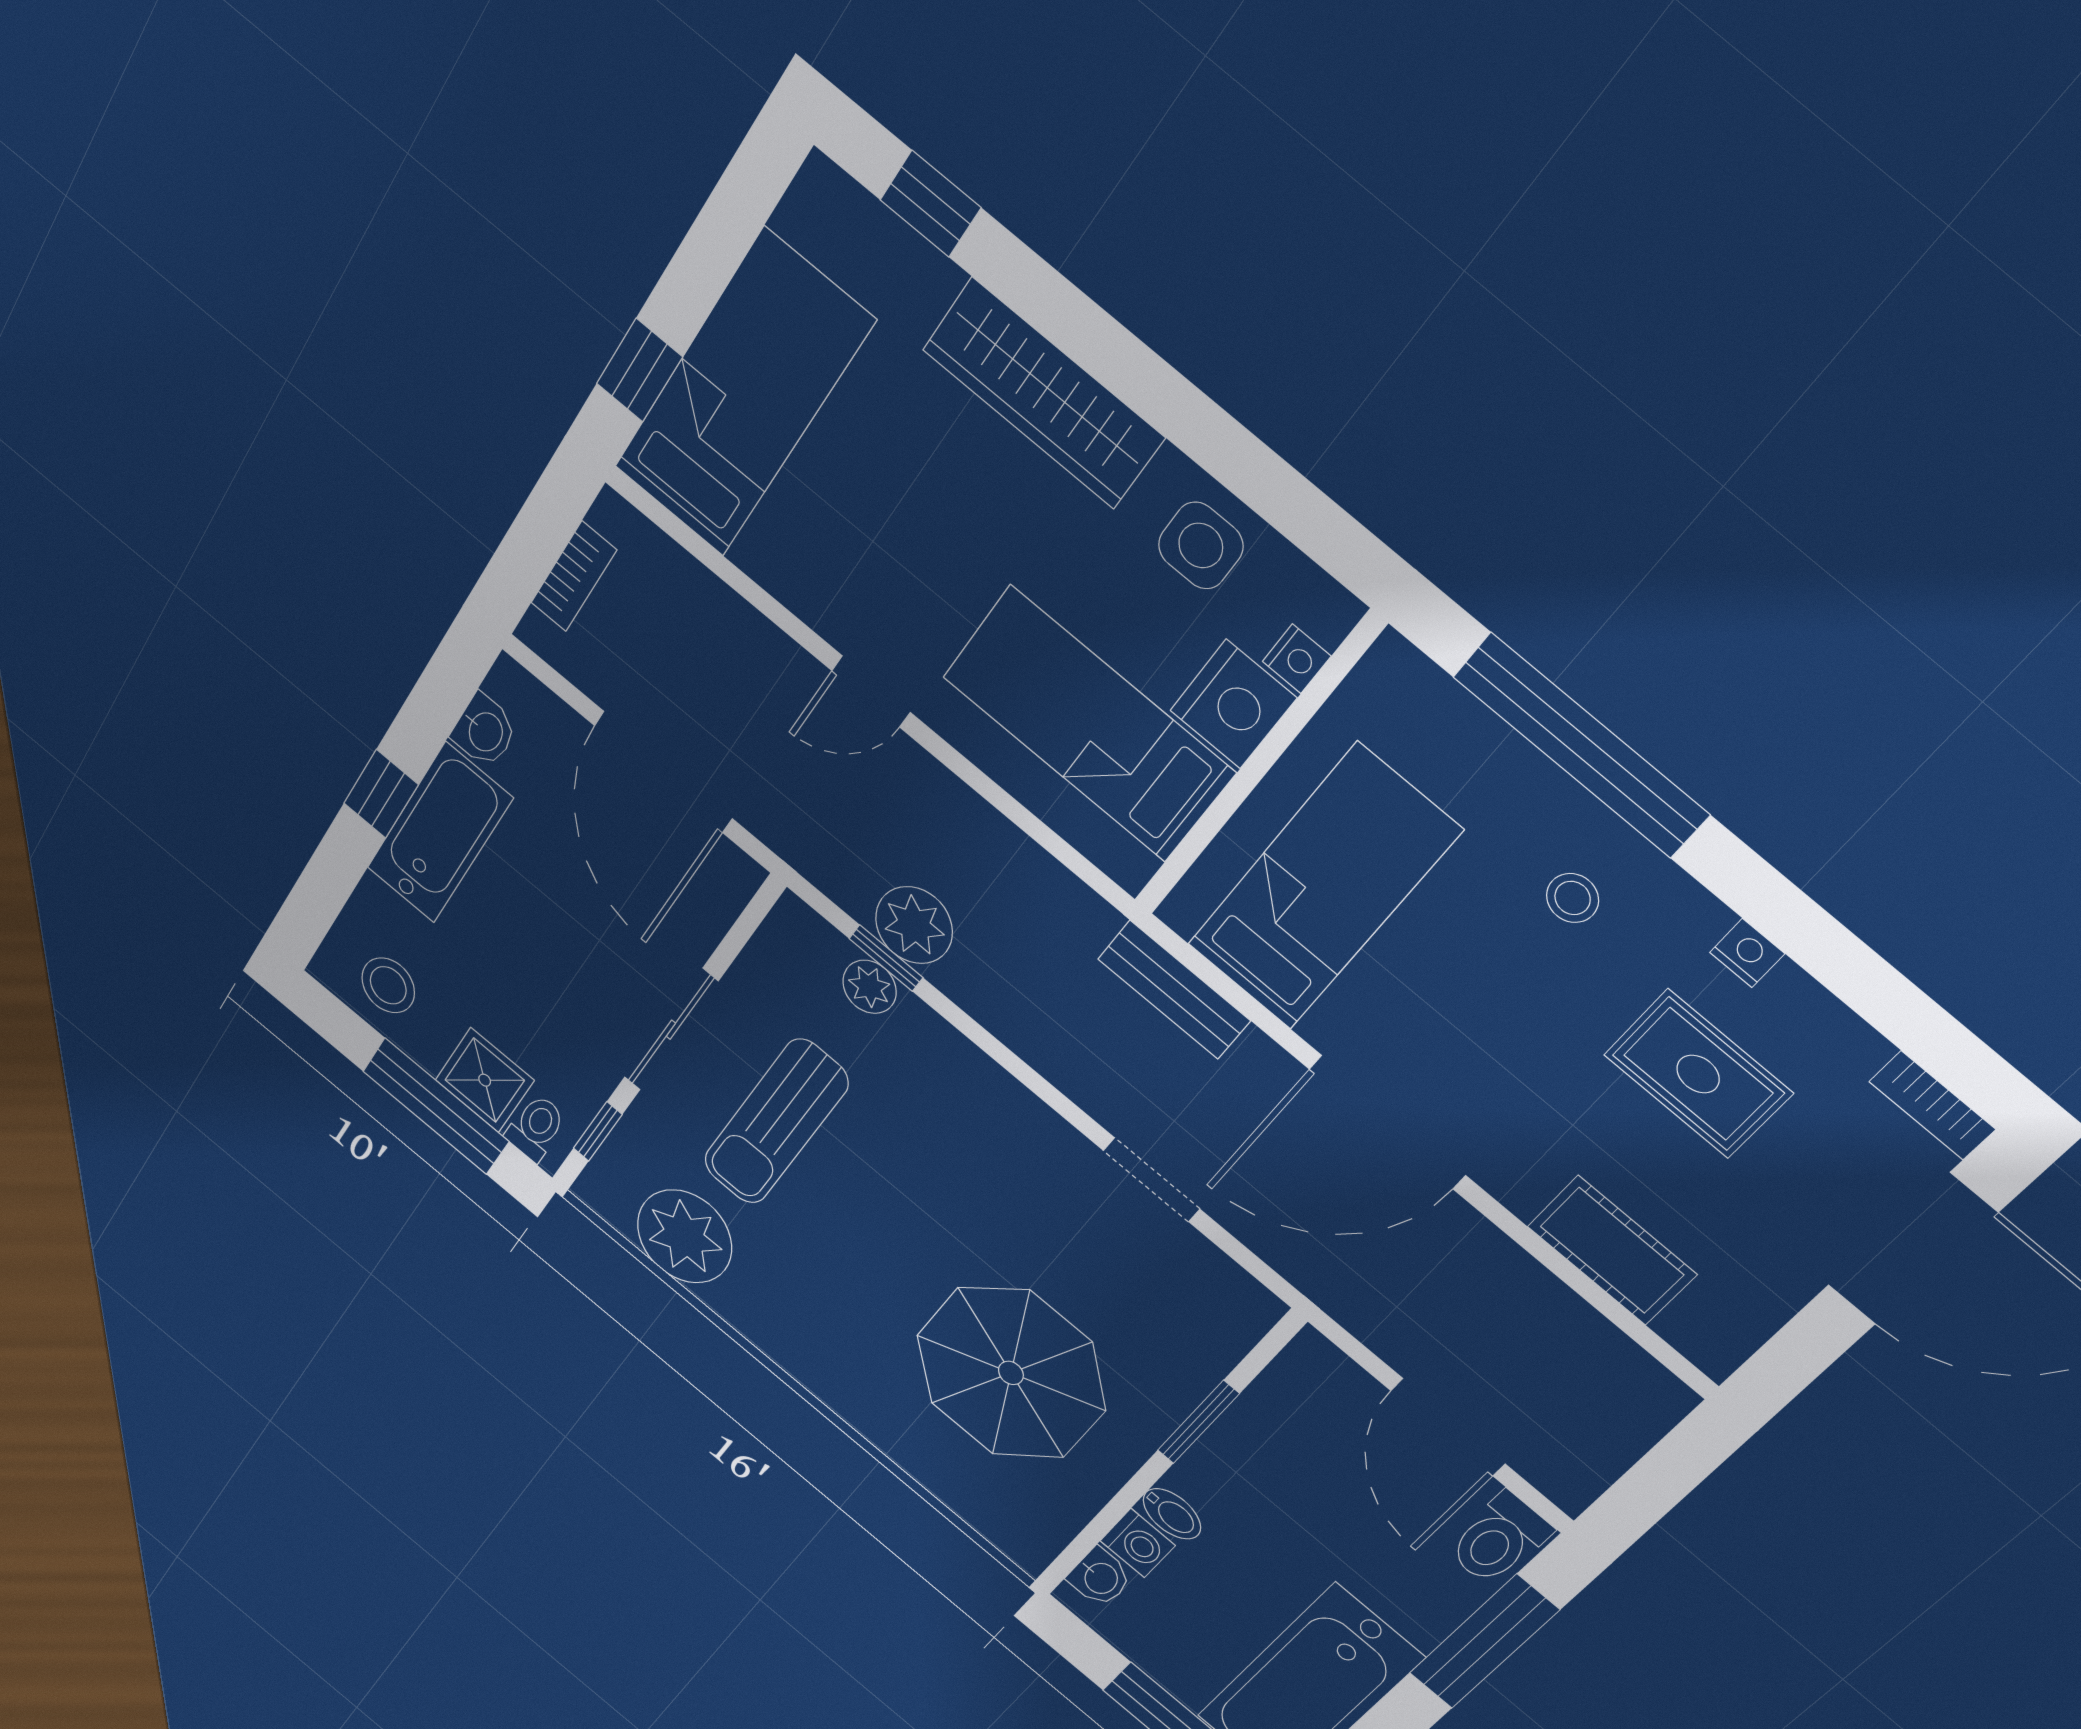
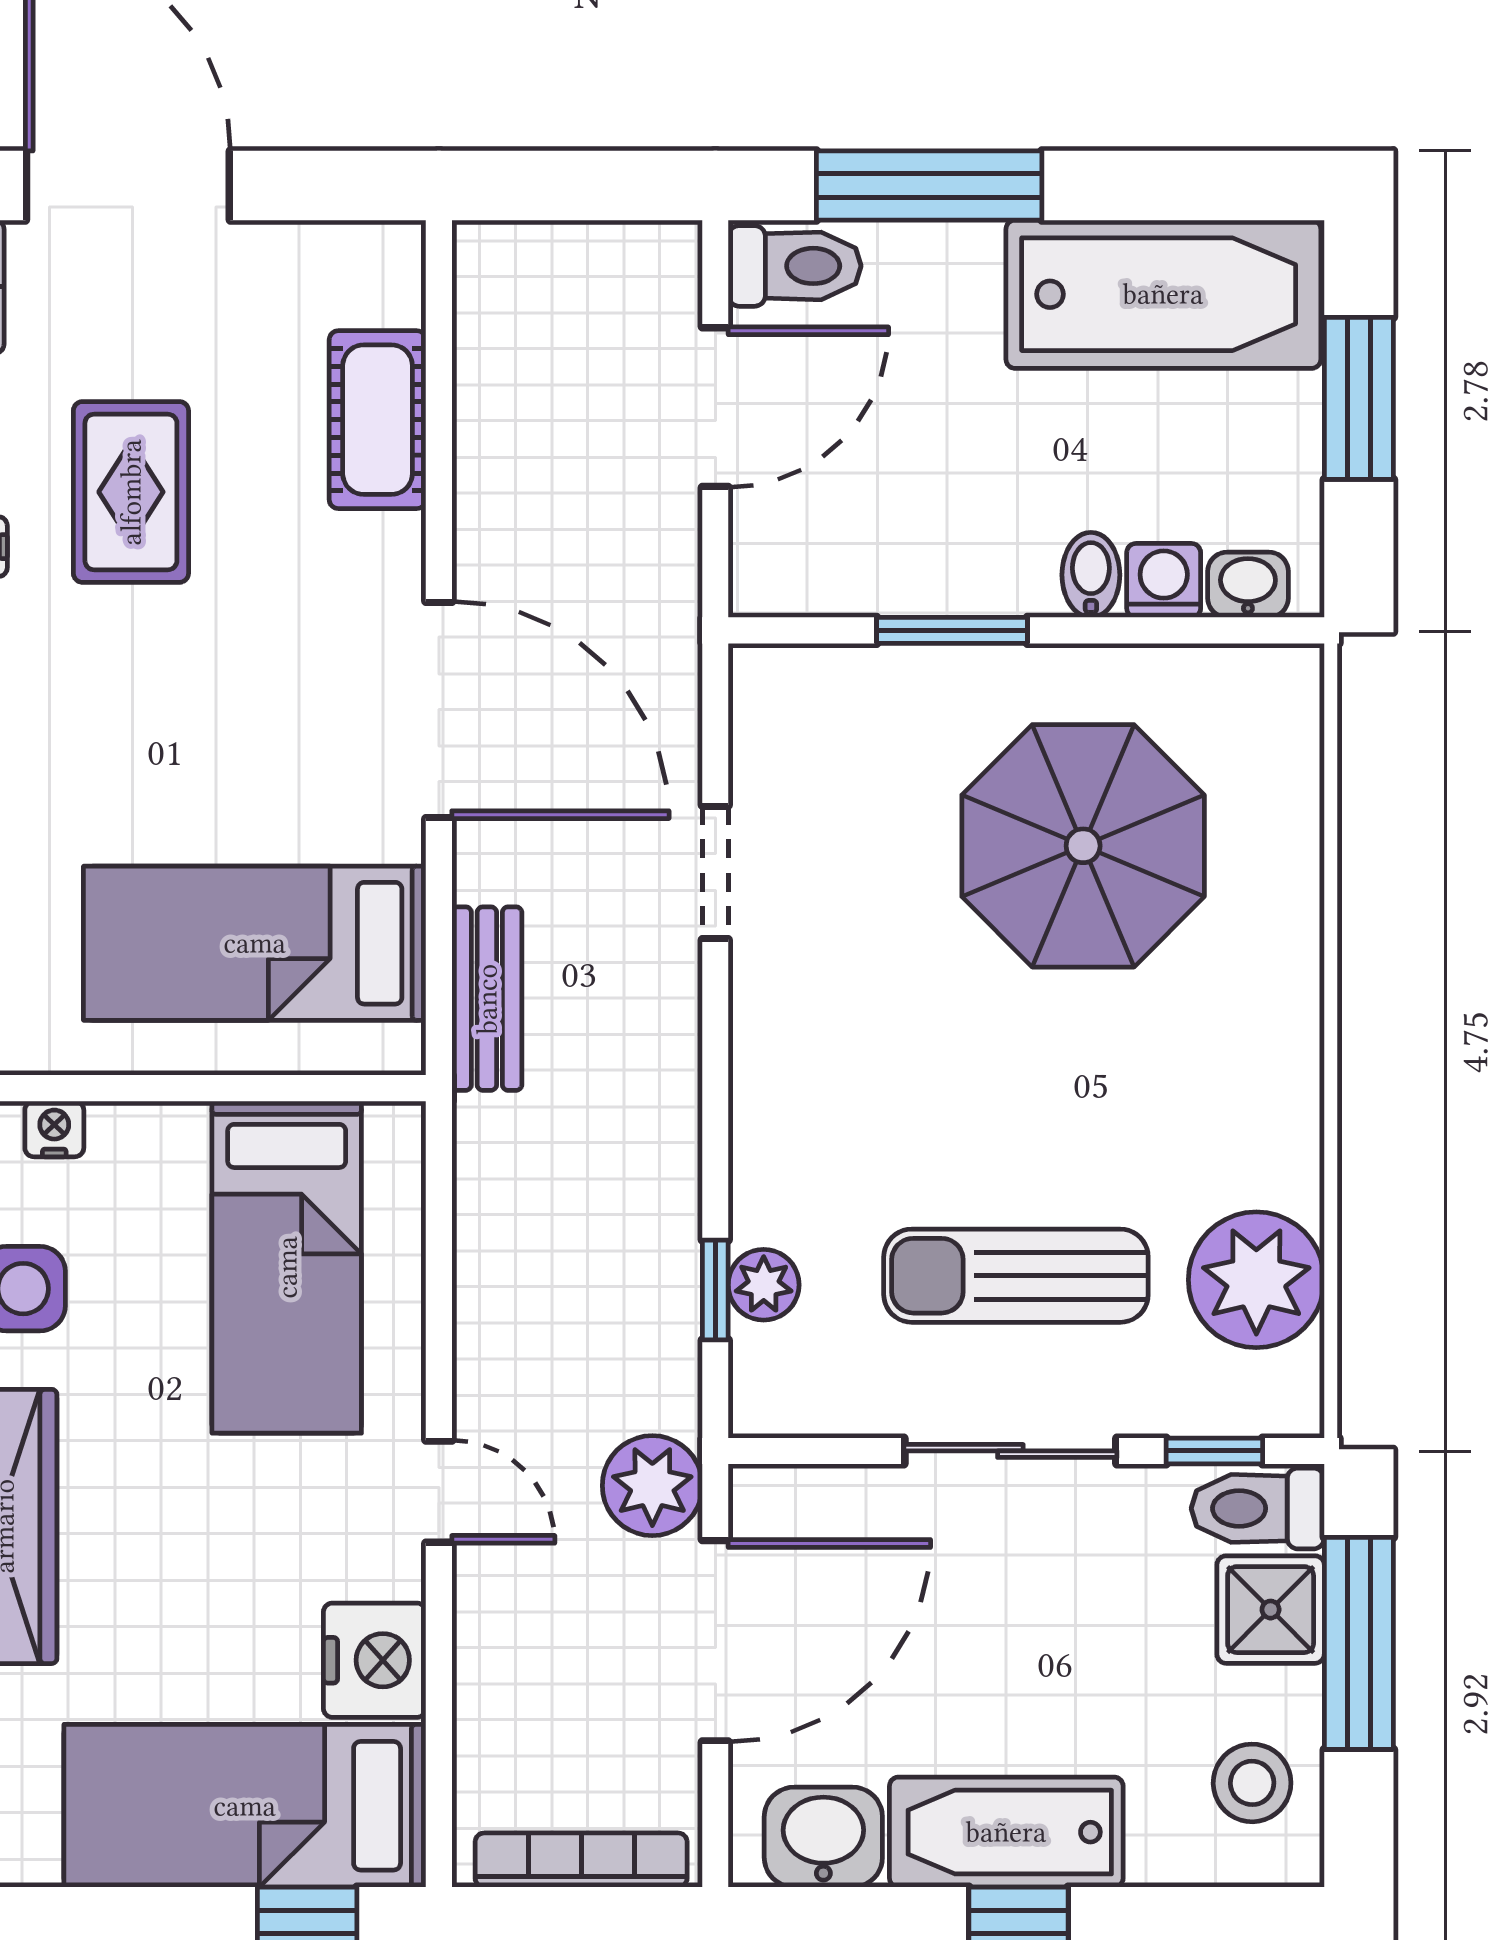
bookcase: (574, 576) -> (581, 1860), width x1.56
nightstand: (1233, 704) -> (375, 1660), moved, turned 90
washbasin: (484, 731) -> (823, 1837), width x1.38, depth x1.45
stool: (1573, 898) -> (63, 727), removed
plant: (914, 925) -> (652, 1486), moved
sun lounger: (776, 1122) -> (1016, 1276), turned 180
toilet: (536, 1127) -> (1258, 1508), width x1.37, depth x1.39

